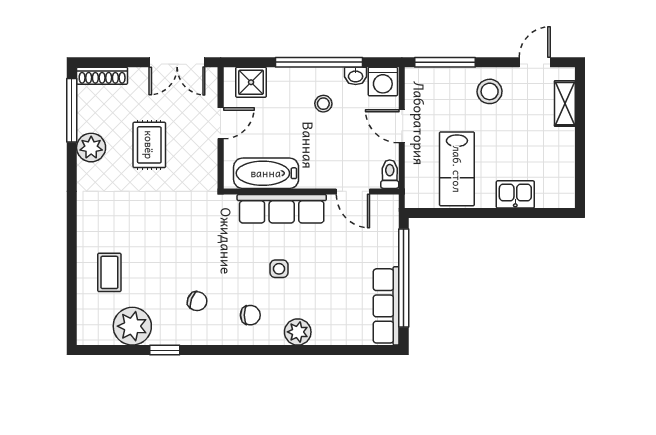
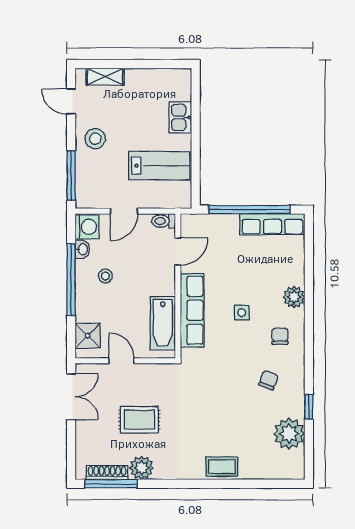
shoe rack: (102, 76) -> (107, 473), moved, turned -90
coffee table: (109, 272) -> (222, 467), moved

